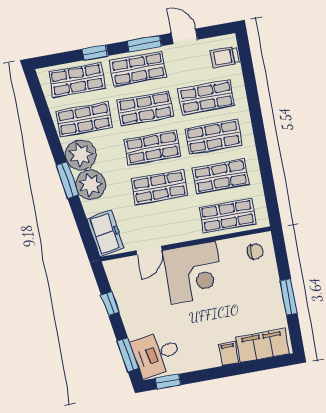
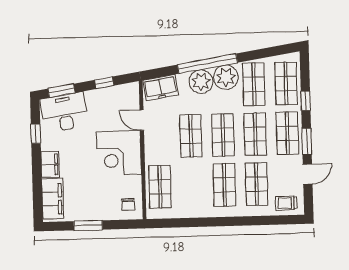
trolley: (224, 57) -> (286, 203), turned -90
shop shelf: (221, 176) -> (192, 186), removed
window: (67, 180) -> (207, 64), width x2.11
desk: (157, 354) -> (65, 112), width x1.37
filing cabinet: (229, 354) -> (50, 164), width x2.00
window: (168, 382) -> (36, 134), moved

